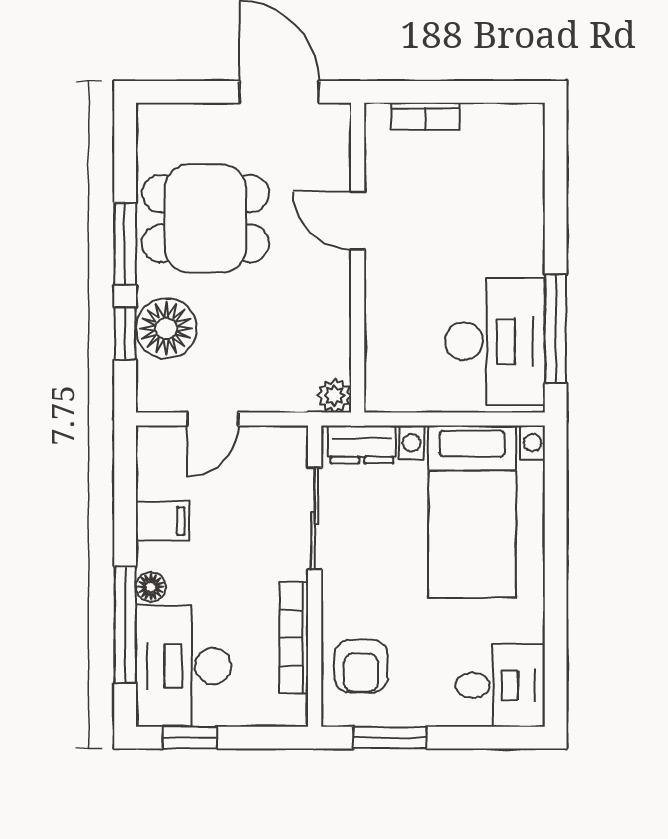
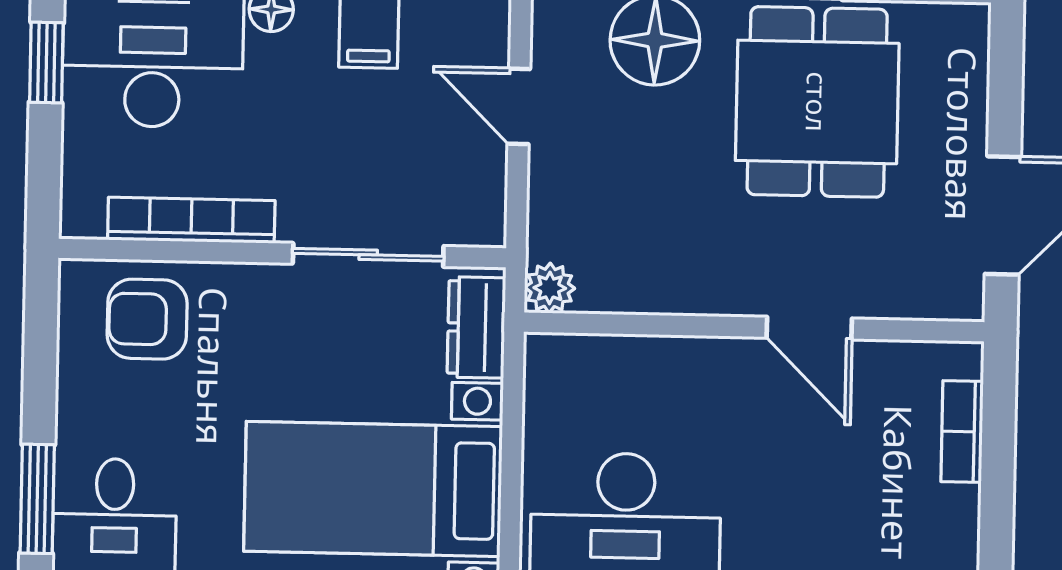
door: (358, 221) -> (809, 328), swing flipped
window: (390, 738) -> (37, 499), moved

